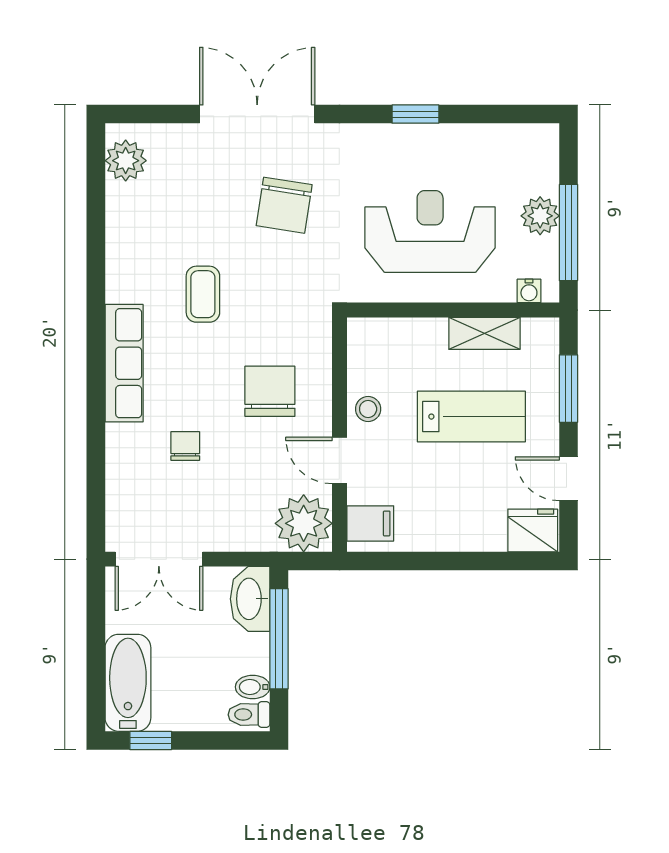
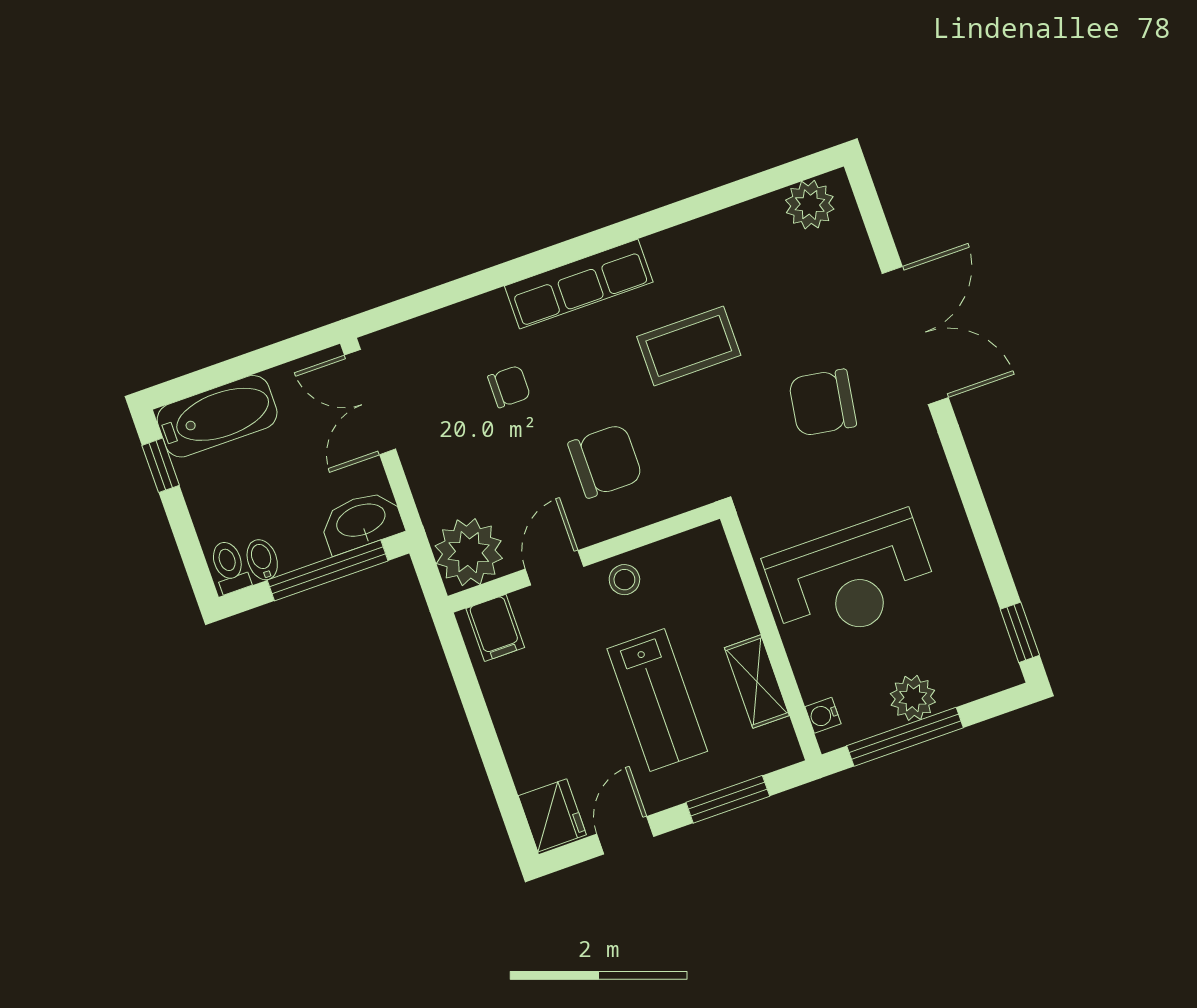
window: (415, 114) -> (1020, 632), moved
reception desk: (430, 231) -> (851, 579), turned 90
coffee table: (203, 294) -> (689, 346), width x1.36, depth x1.30

